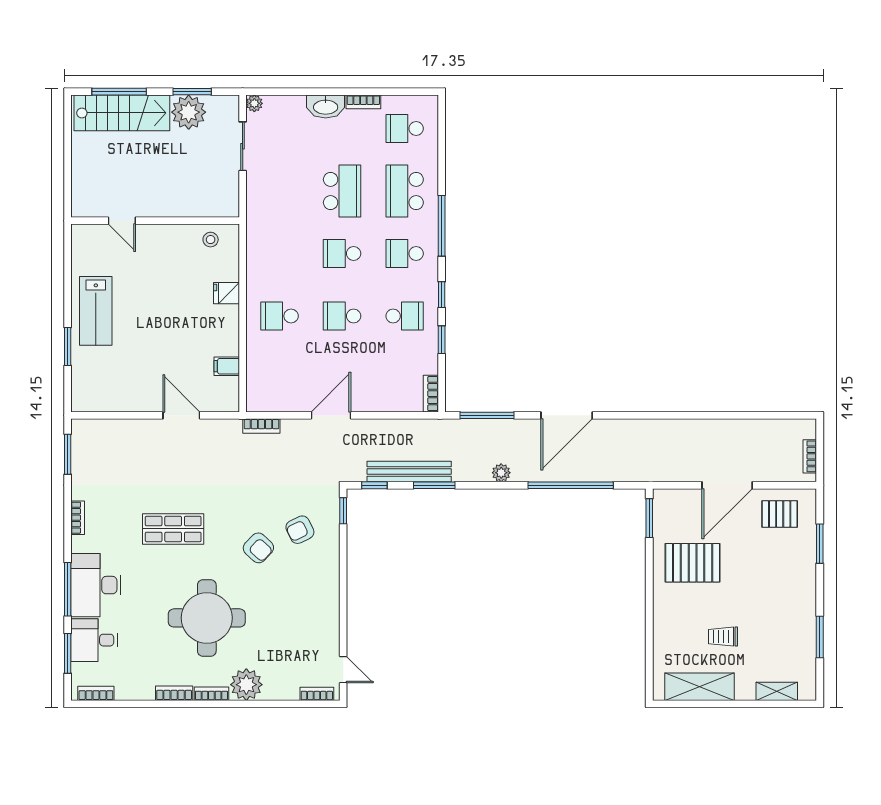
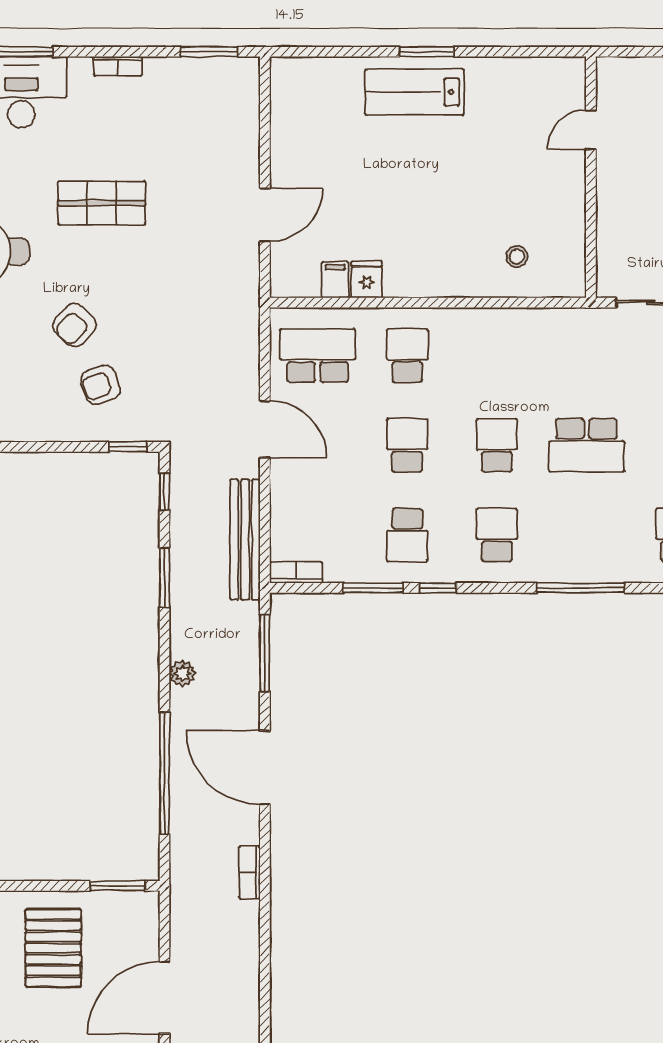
school desk: (405, 191) -> (318, 356), moved
door: (122, 221) -> (591, 129), moved
wall: (155, 221) -> (591, 177), moved
window: (442, 226) -> (581, 588), moved
fridge: (226, 293) -> (367, 279), moved
window: (442, 340) -> (373, 588), width x1.50
window: (68, 346) -> (427, 52), moved
bookcase: (261, 426) -> (250, 872), moved
bench: (409, 471) -> (245, 540), moved
door: (727, 485) -> (164, 998), hinge flipped
shop shelf: (173, 529) -> (102, 203), turned 90
armchair: (300, 530) -> (101, 385), turned -83

